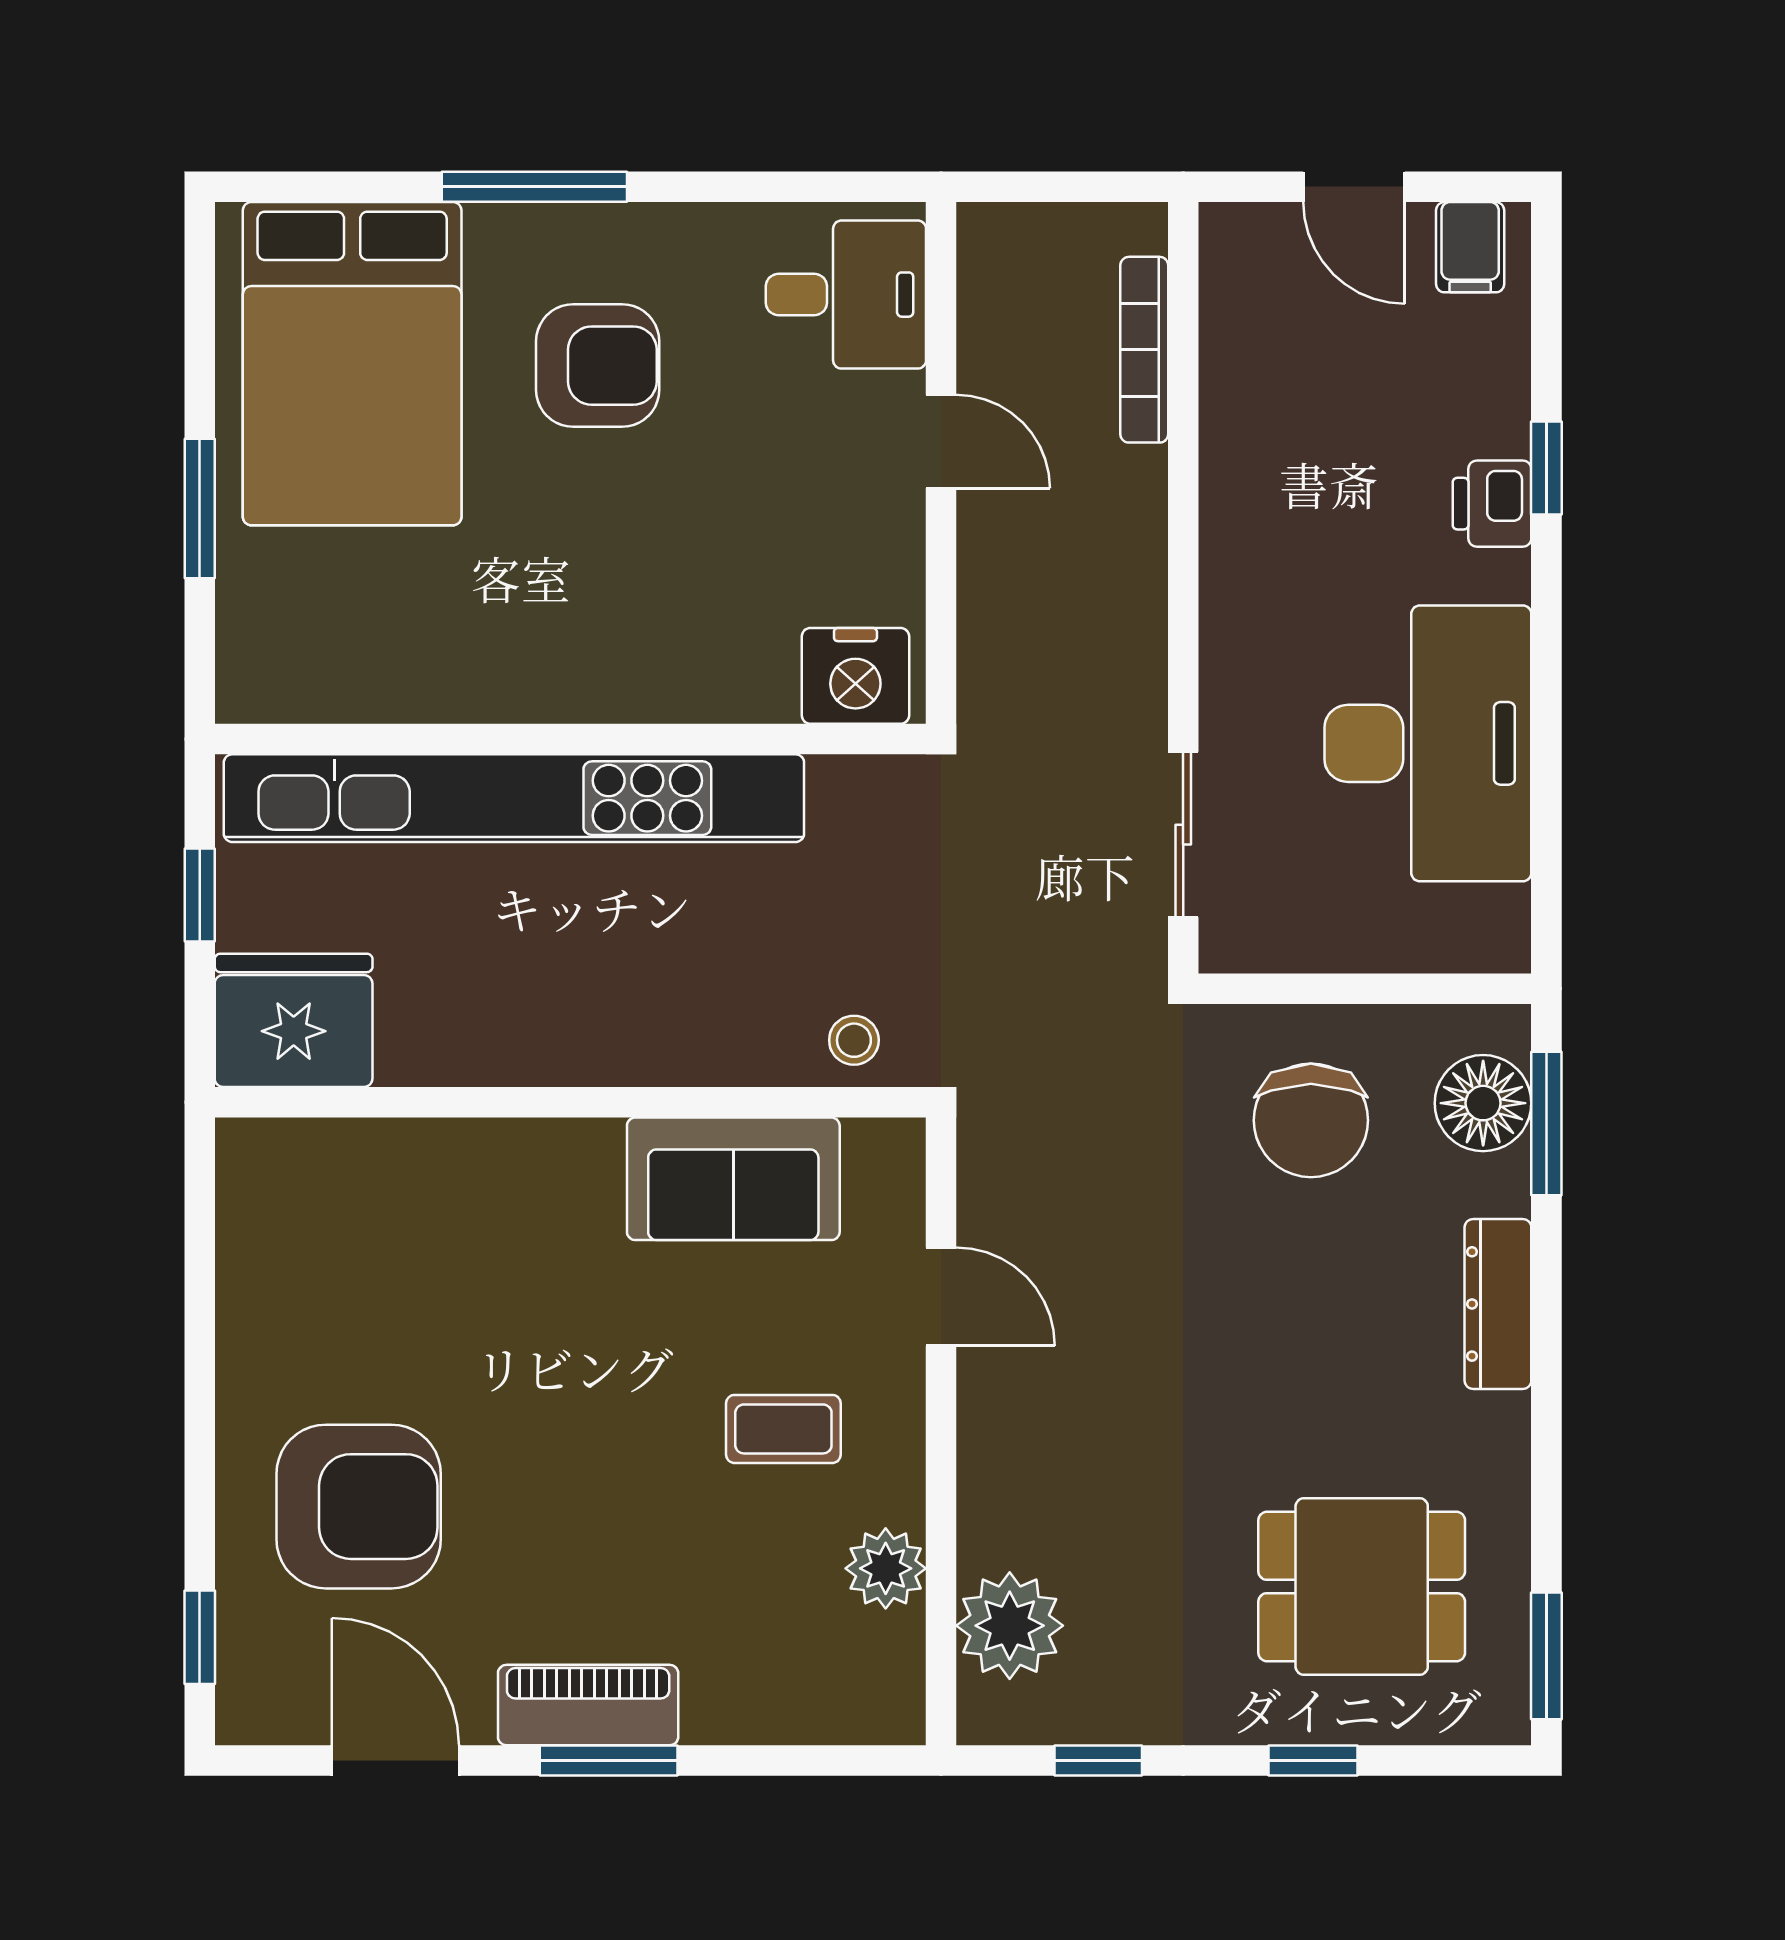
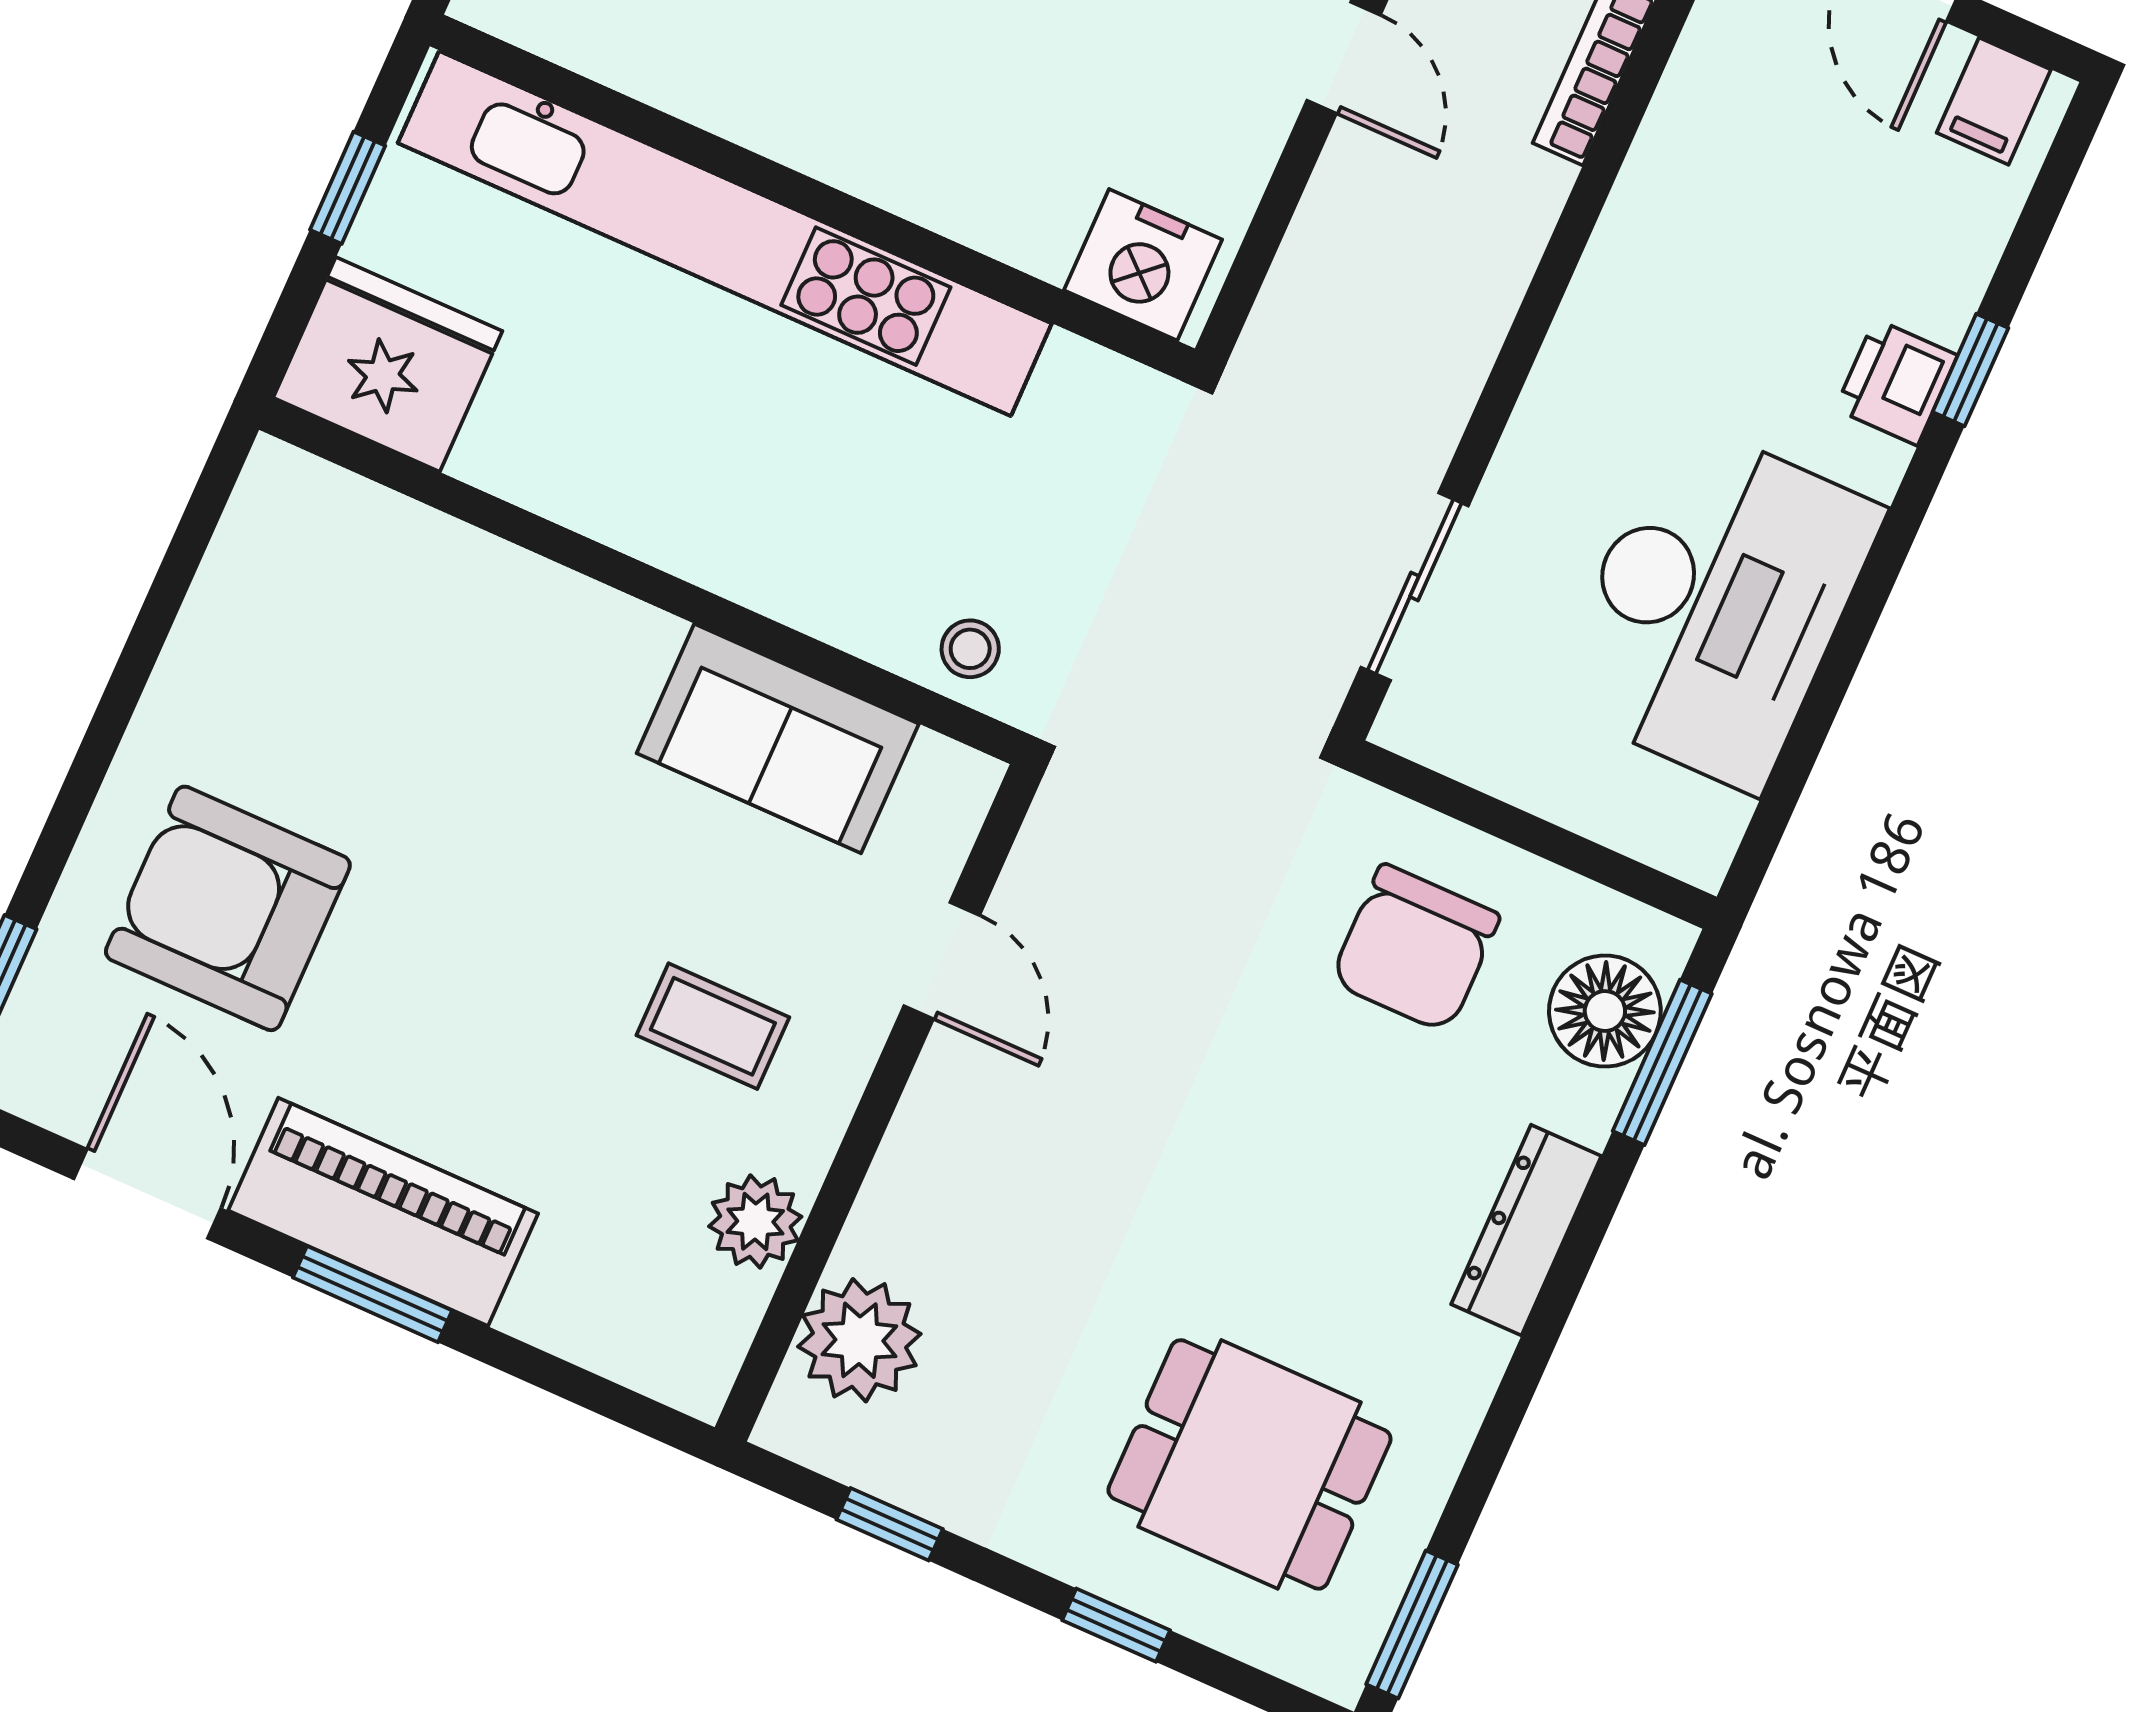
armchair: (359, 1507) -> (228, 908), turned 180
piano: (588, 1705) -> (383, 1212), width x1.37, depth x1.33

